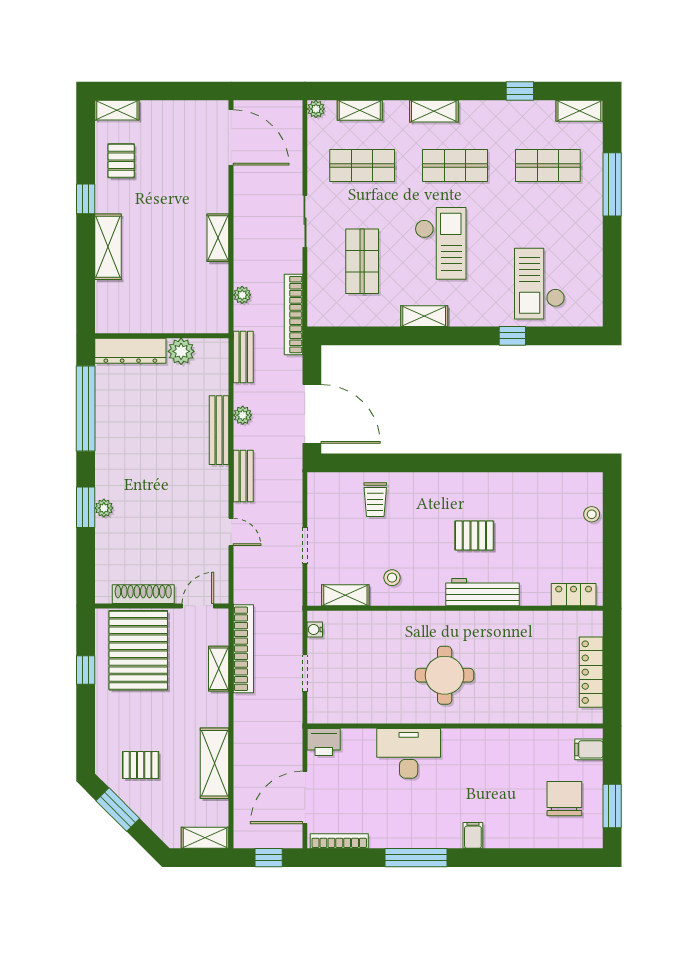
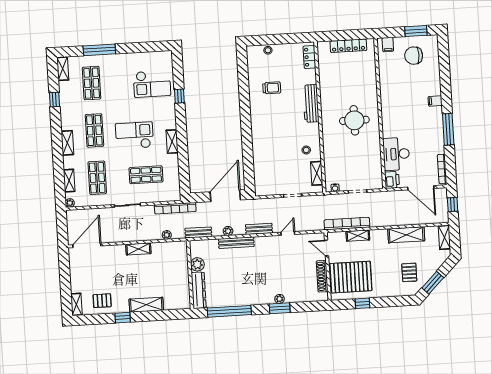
trolley: (375, 500) -> (272, 88), moved
pallet: (474, 535) -> (282, 109), removed
desk: (409, 753) -> (396, 154), moved

